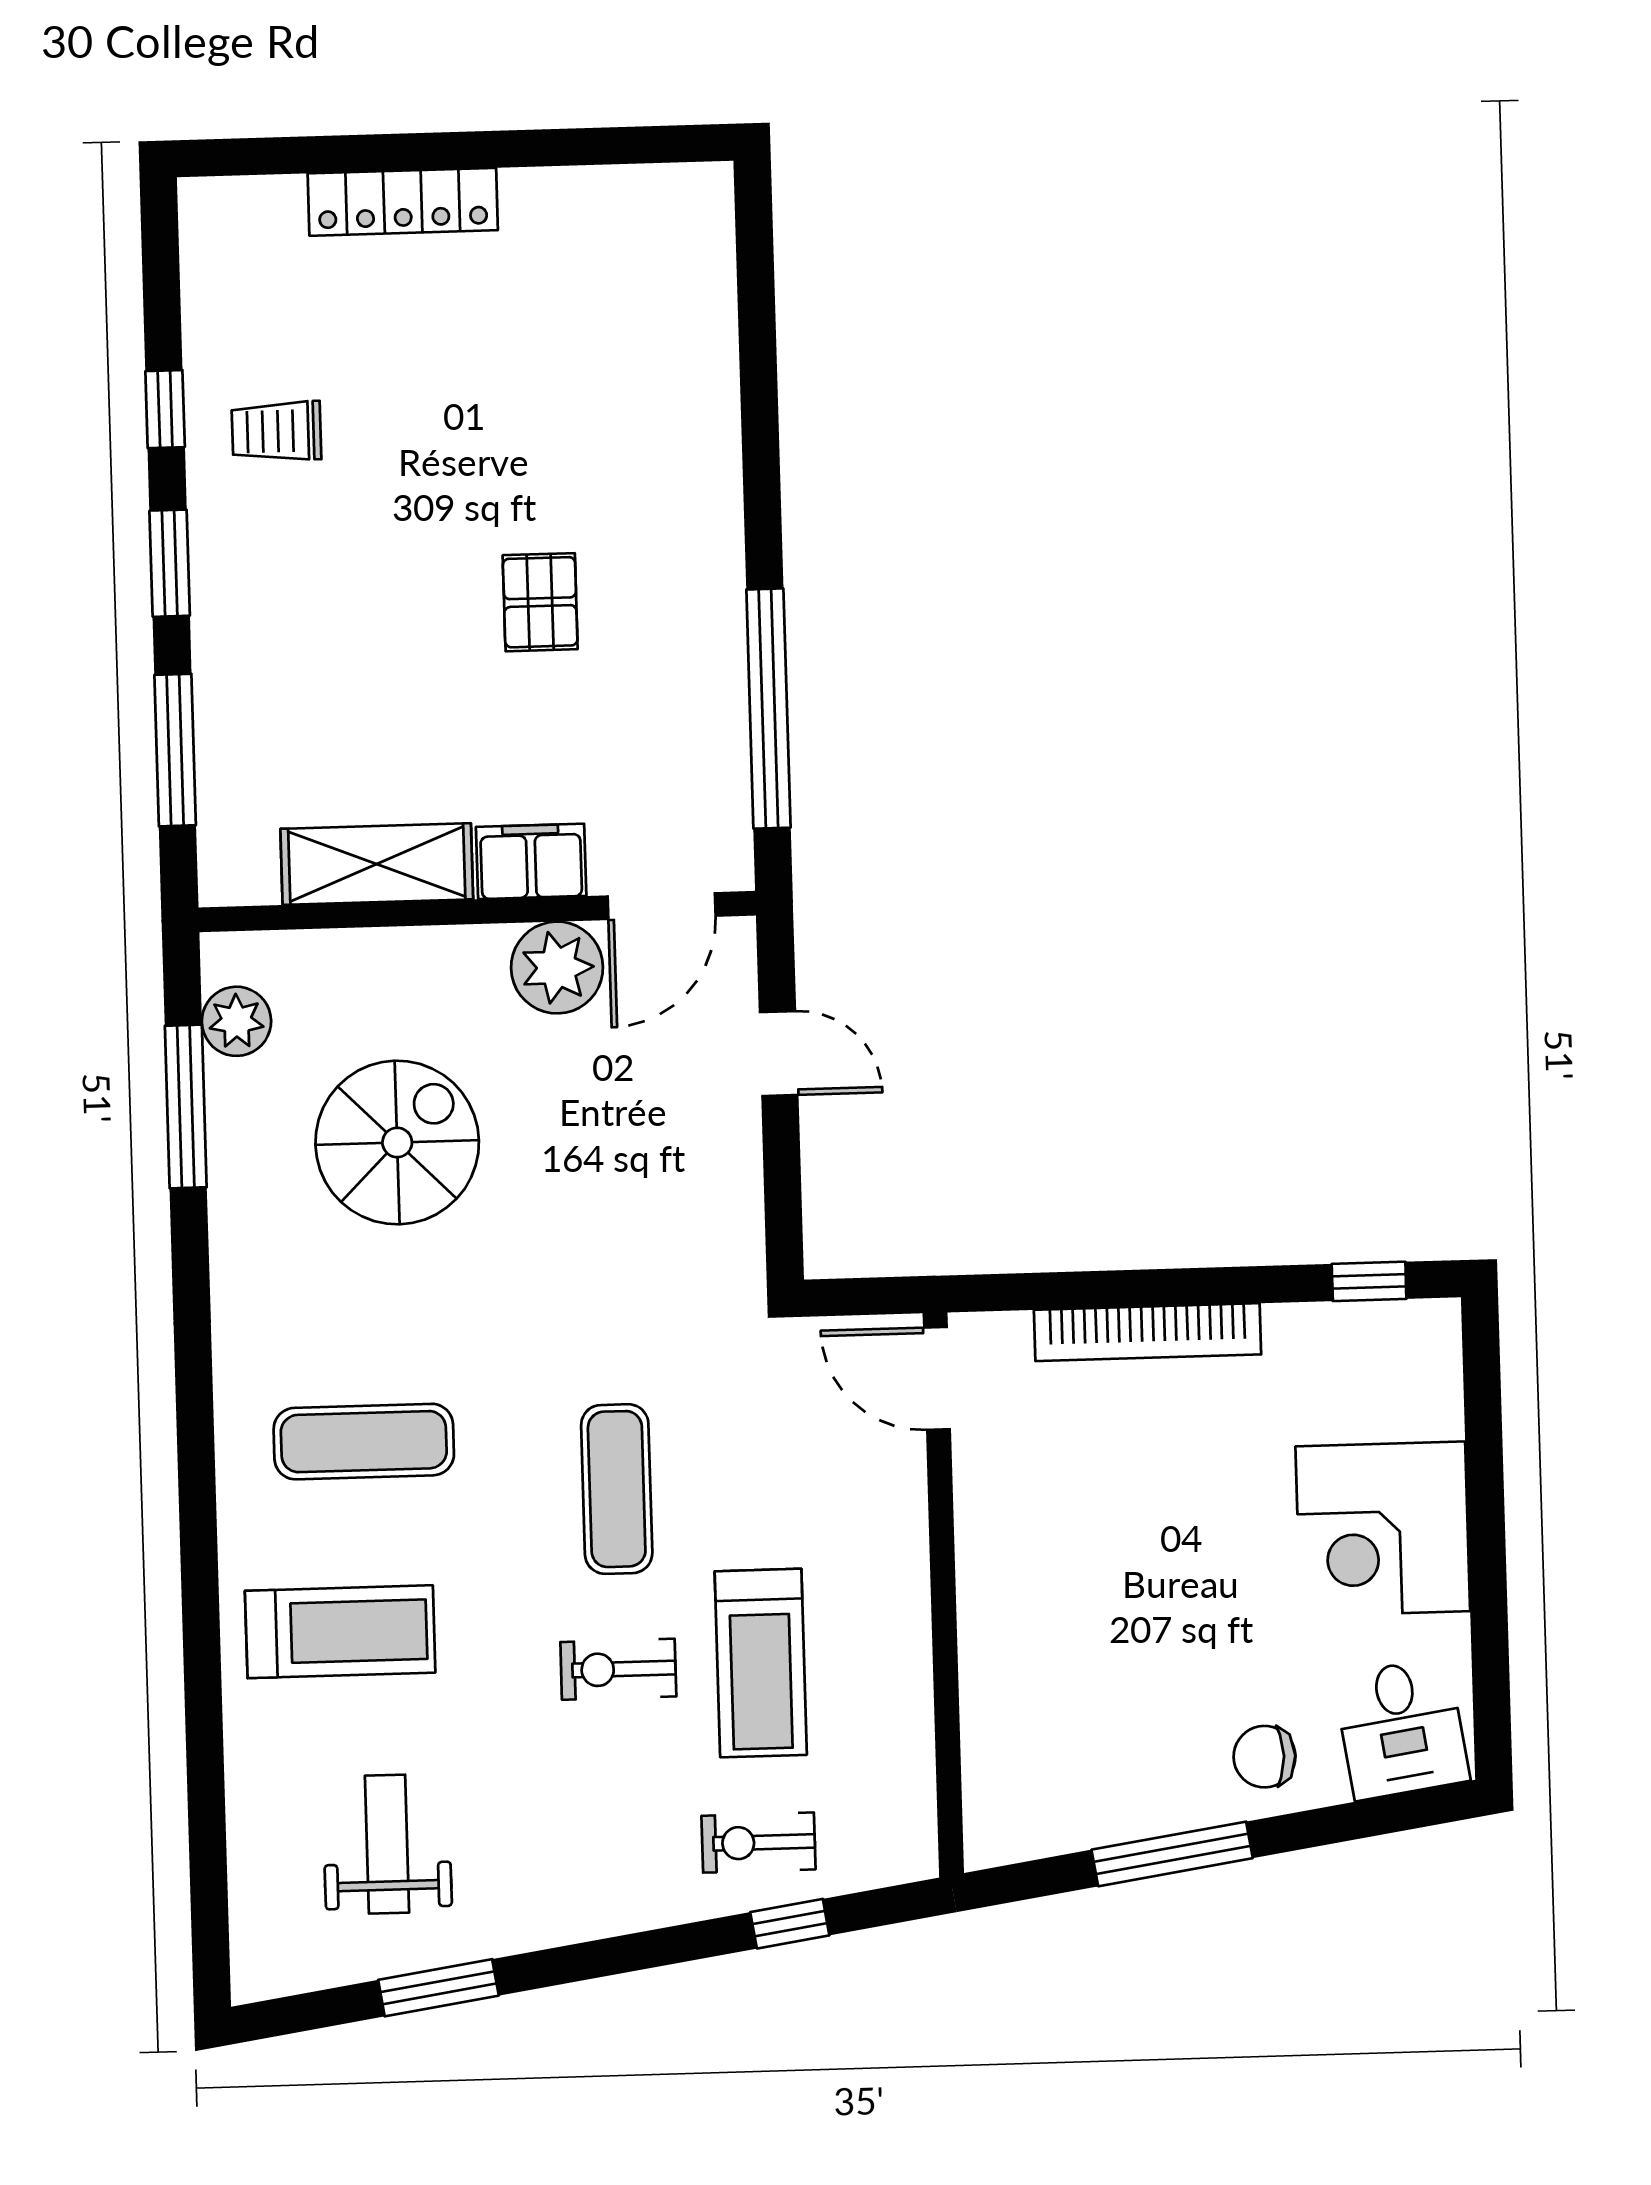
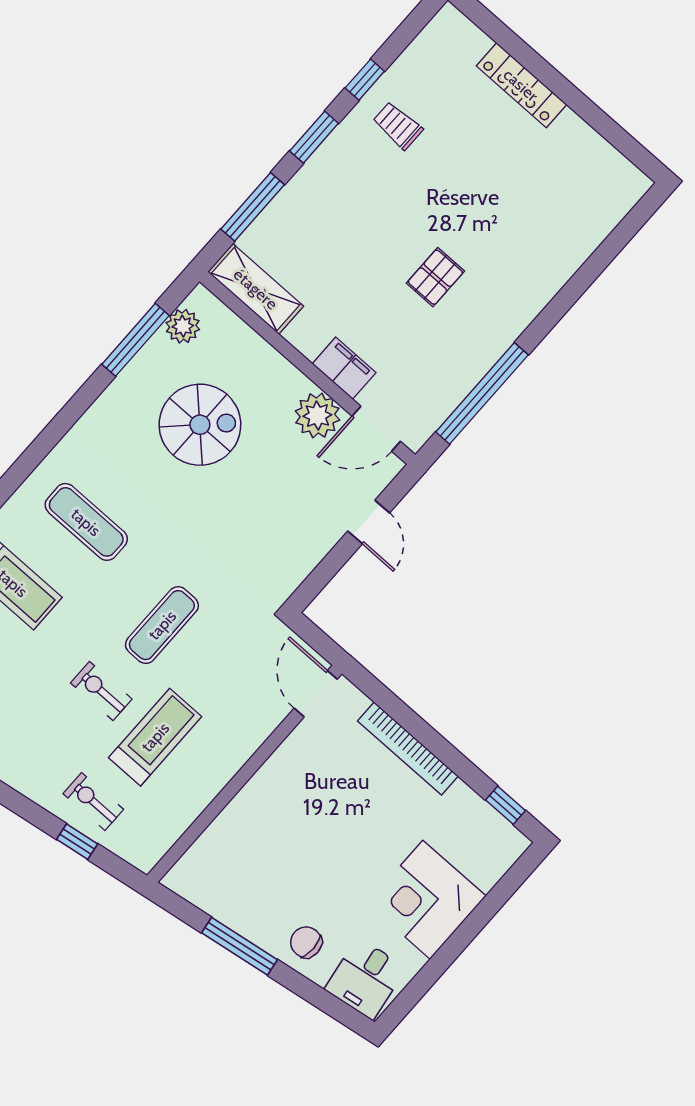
shelving: (377, 864) -> (256, 289), moved
treadmill: (761, 1663) -> (155, 737), turned 180

